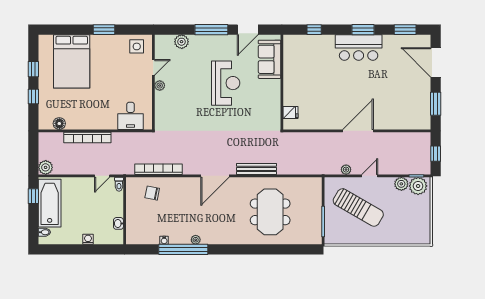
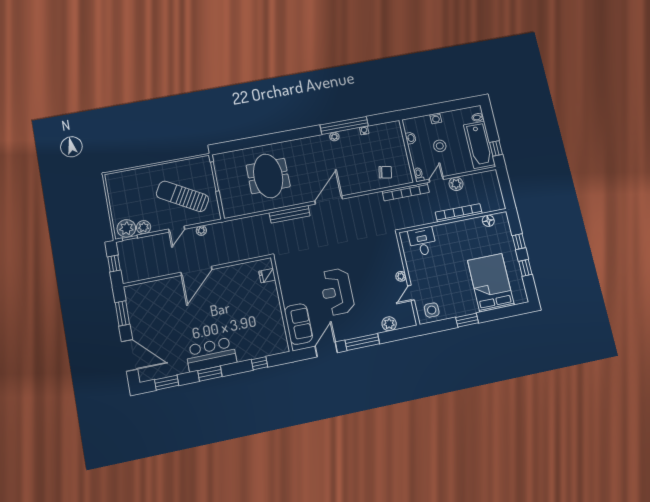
plant: (46, 167) -> (456, 184), moved
bookcase: (159, 169) -> (406, 192), moved
stool: (91, 210) -> (440, 146), added

